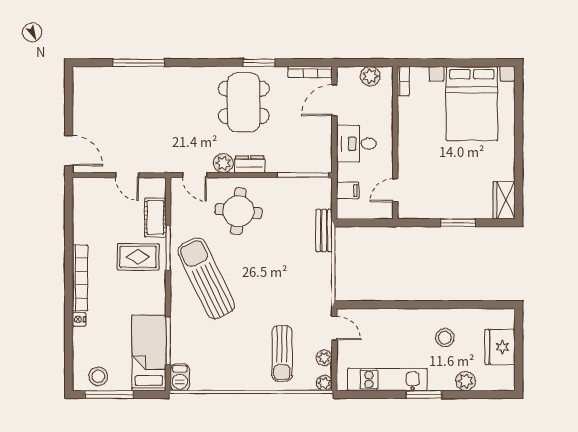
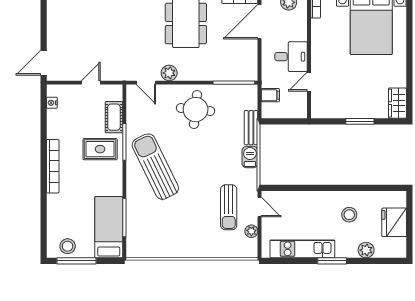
door: (334, 100) -> (259, 22), width x1.36
desk: (356, 144) -> (291, 57), moved, turned 180
door: (69, 151) -> (44, 63), swing flipped
dresser: (250, 164) -> (191, 74), removed
door: (127, 175) -> (91, 83), swing flipped
door: (395, 190) -> (309, 82), moved
round table: (238, 211) -> (196, 110), moved
nightstand: (79, 319) -> (52, 103), moved
sun lounger: (282, 353) -> (229, 207), moved
barbecue: (180, 377) -> (250, 157), moved, turned 180
plant: (324, 383) -> (251, 252), removed

